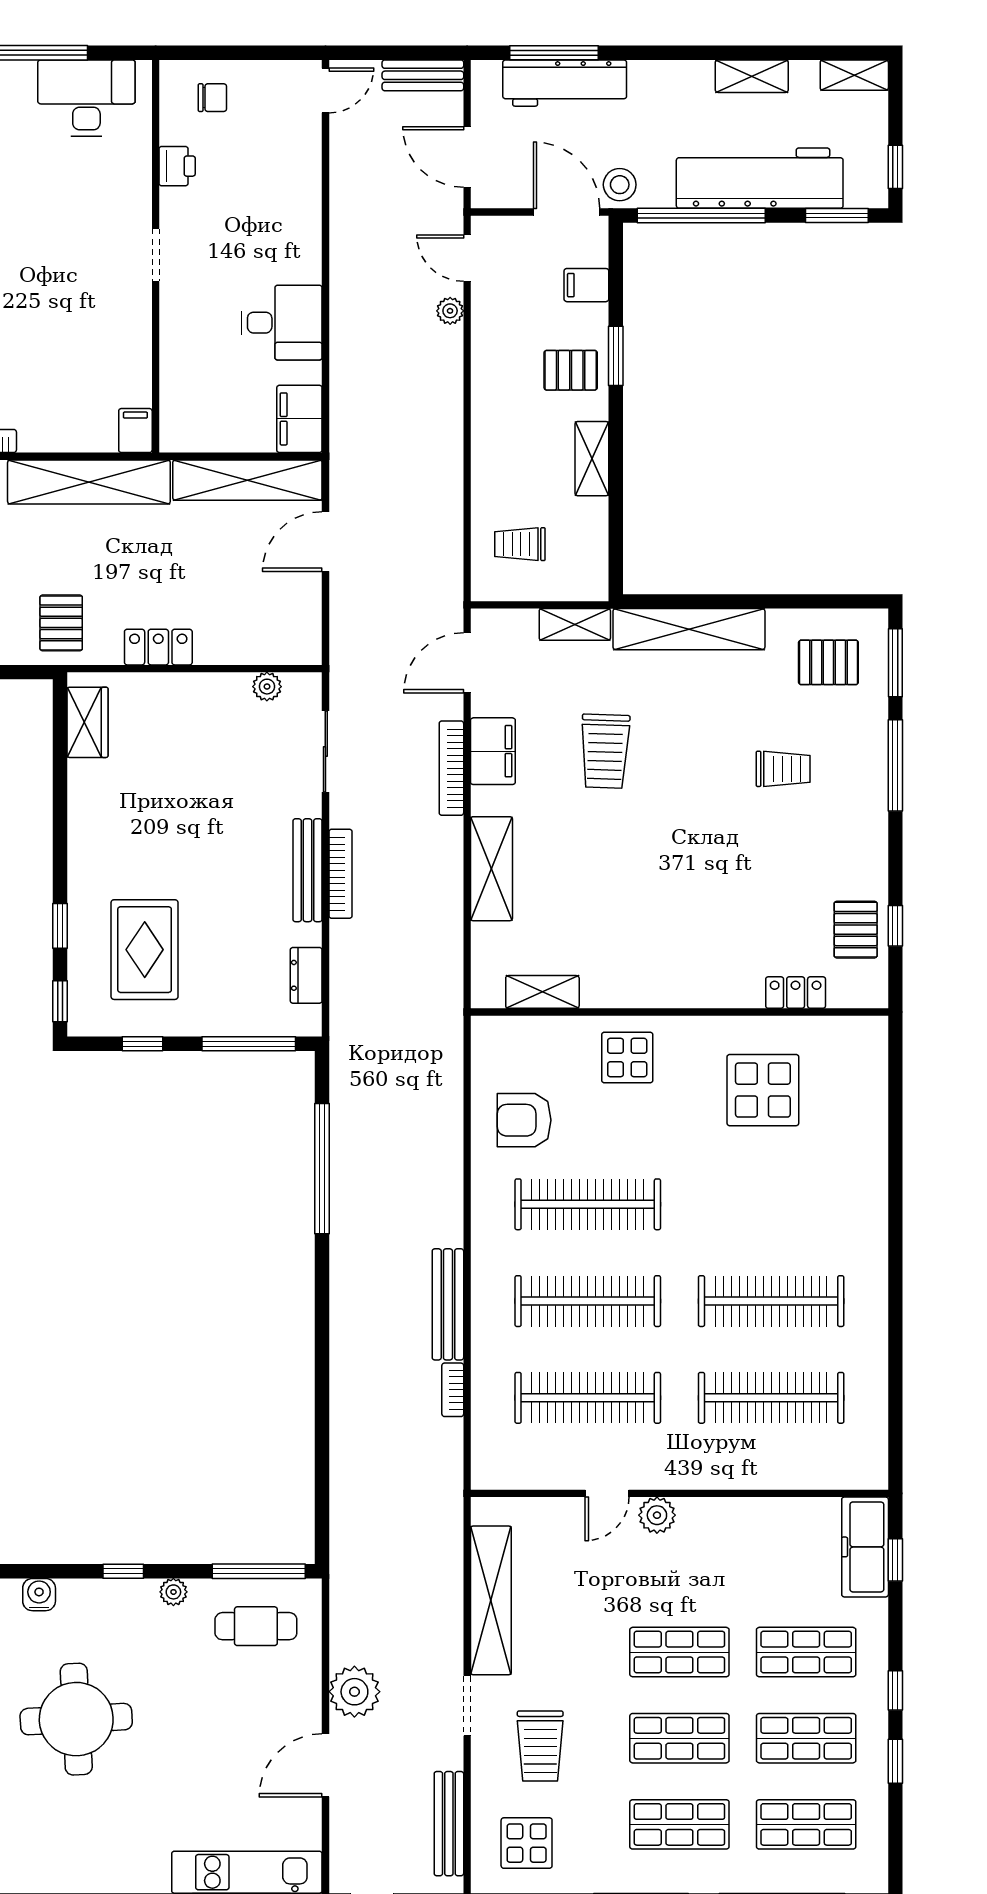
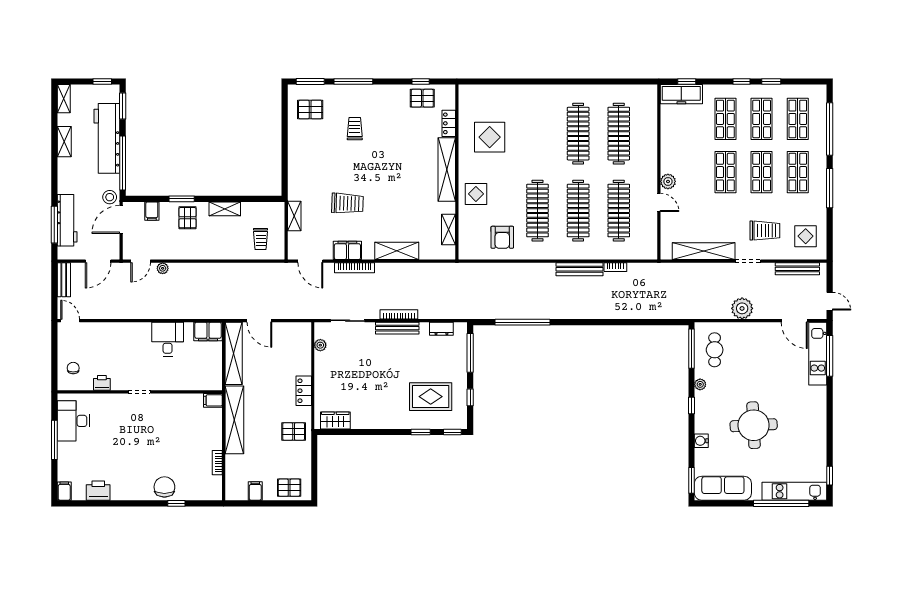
shelving: (689, 629) -> (447, 170), moved
pallet: (828, 662) -> (310, 110), turned 90
door: (325, 1765) -> (794, 321), moved

